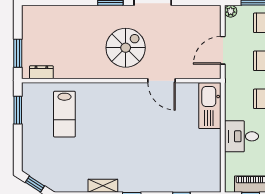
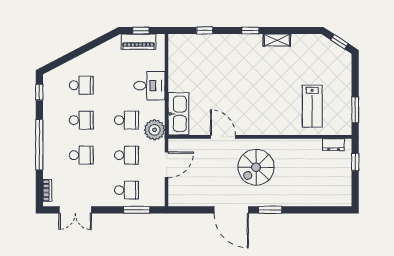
plant: (231, 11) -> (154, 130), moved, width x1.88, depth x1.88
window: (18, 53) -> (355, 162), width x0.67
lab bench: (64, 114) -> (312, 106), turned 180

